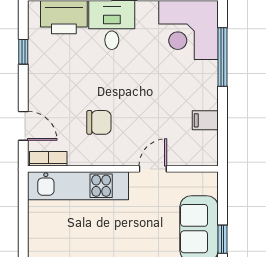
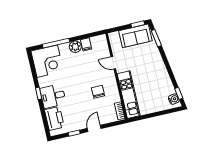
plant: (205, 96) -> (75, 47), added
door: (23, 126) -> (94, 128), moved

